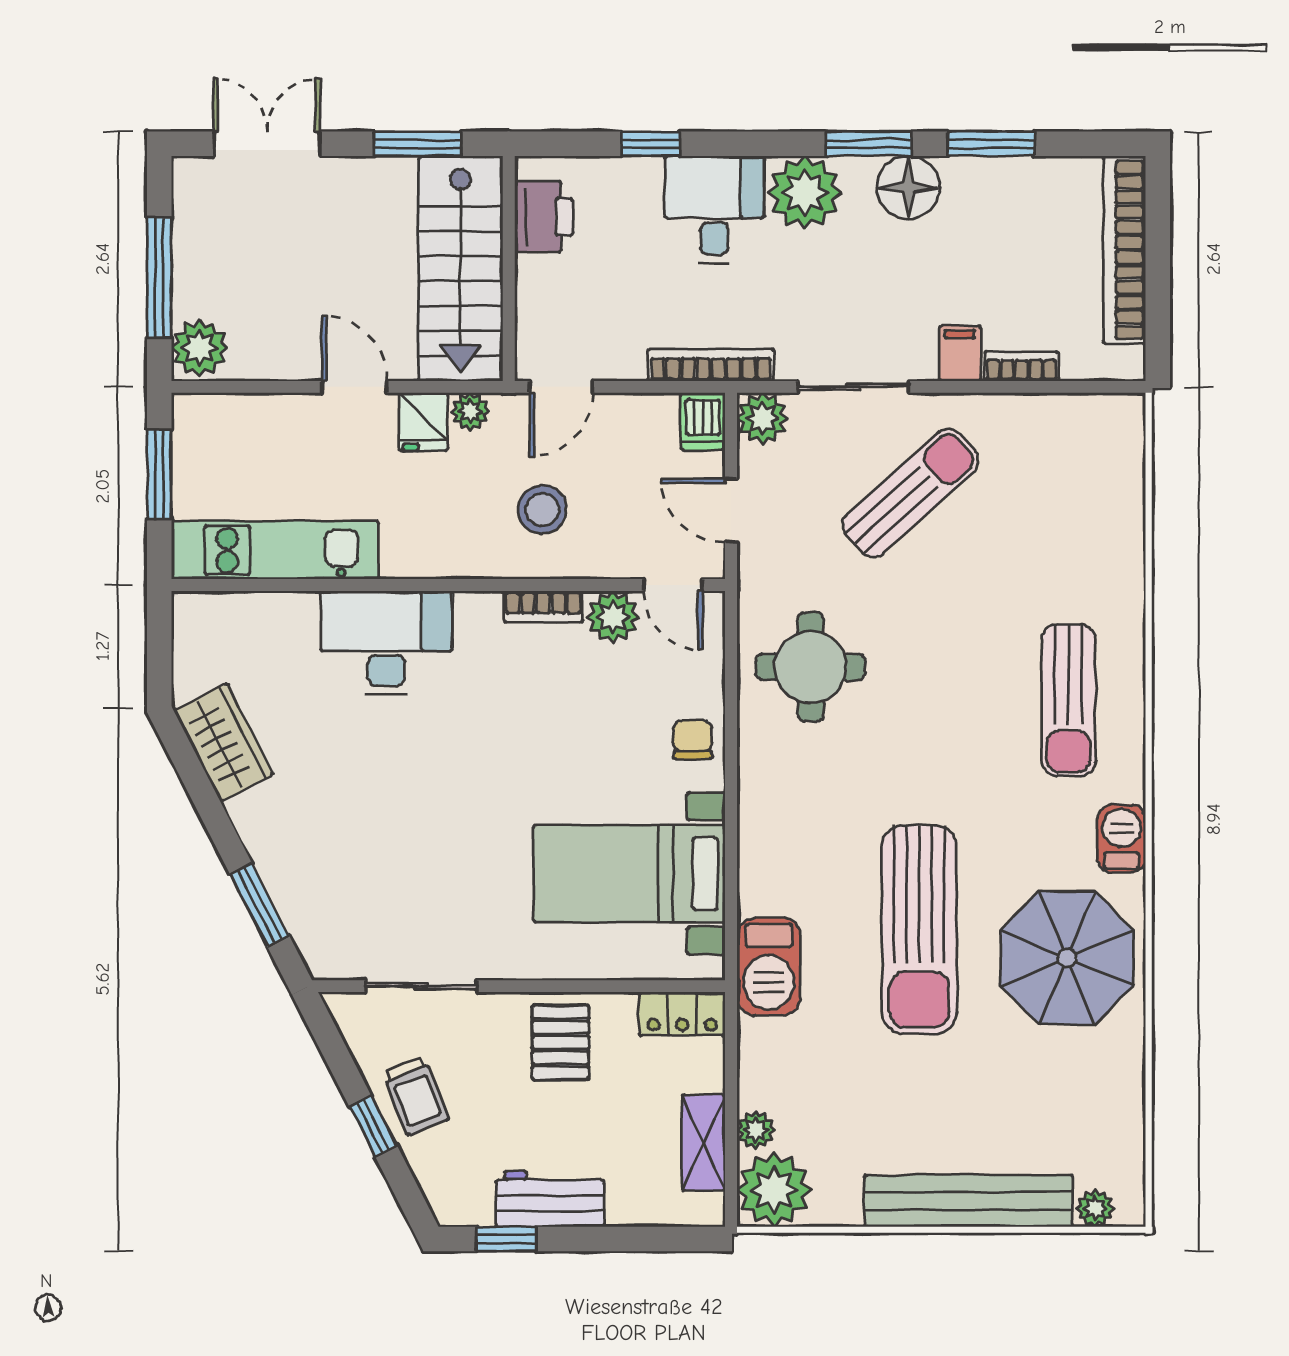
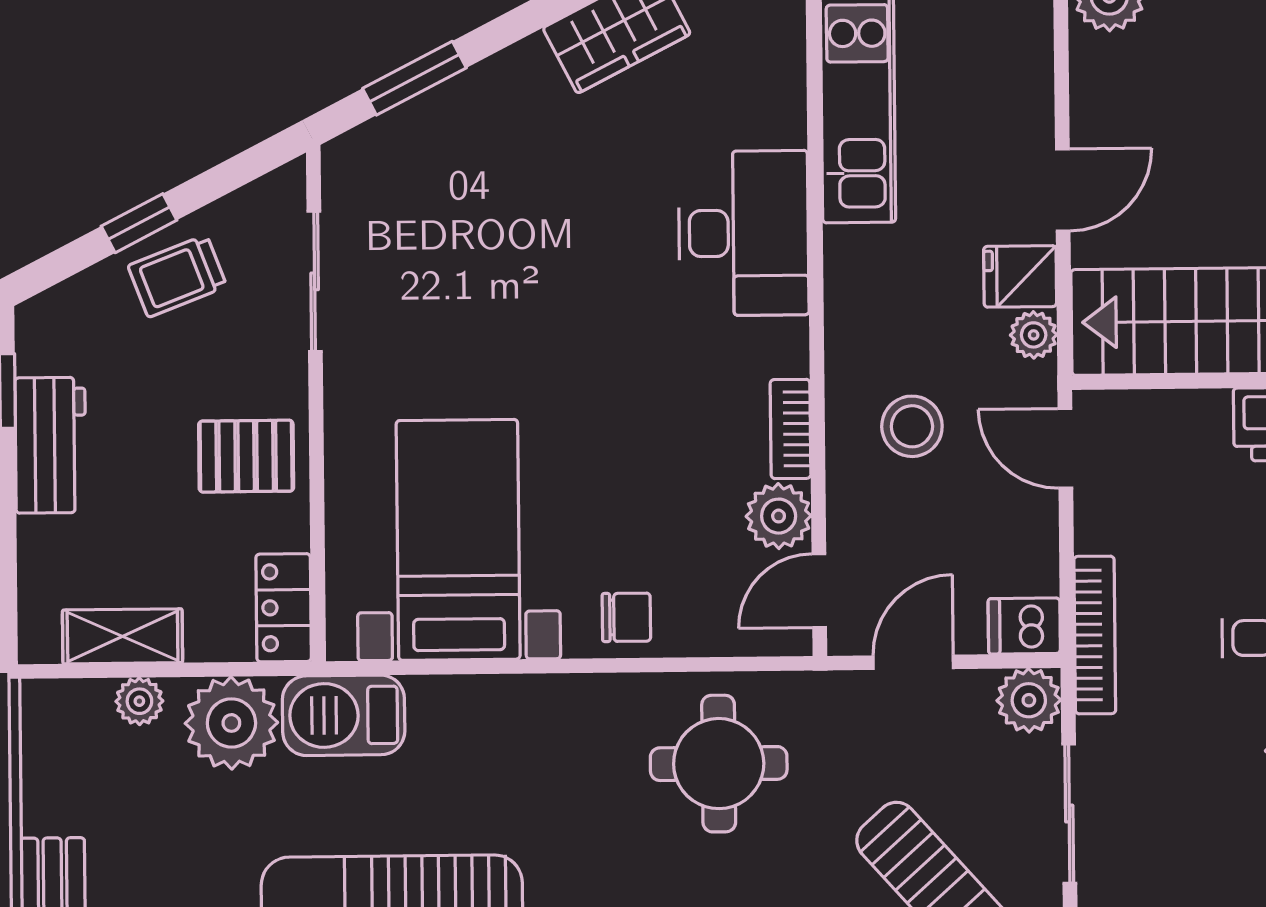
plant: (774, 1190) -> (231, 723), moved

